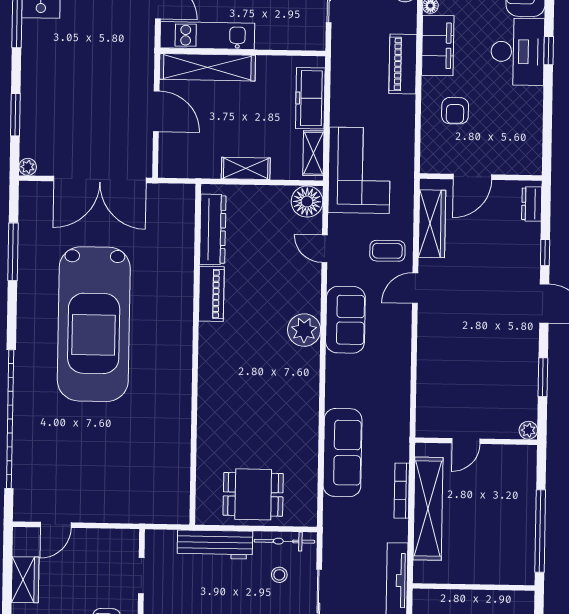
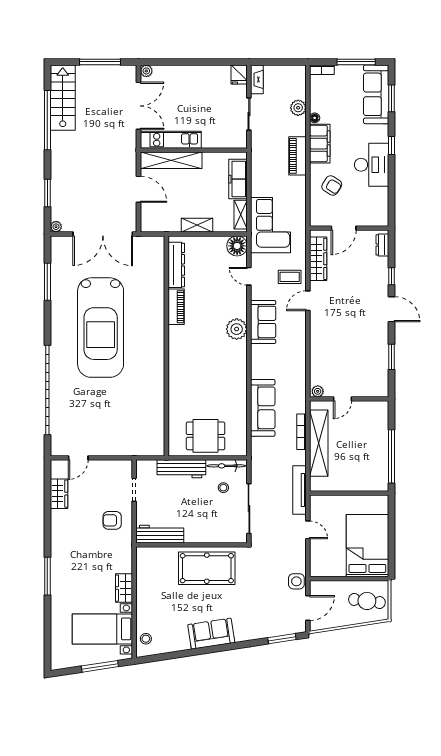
desk: (518, 52) -> (372, 165), moved
armchair: (455, 111) -> (332, 186), turned -58
plant: (528, 430) -> (318, 391), moved

